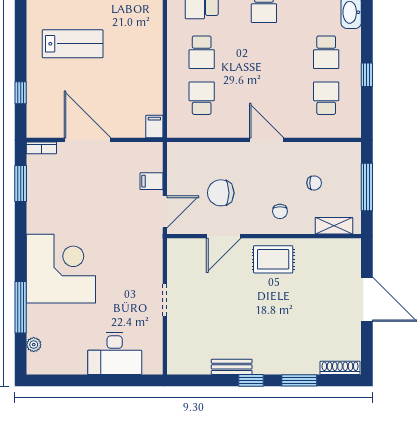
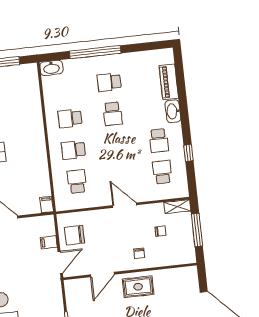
school desk: (202, 52) -> (73, 150), turned 90
chair: (221, 193) -> (75, 235), moved
shelving: (334, 226) -> (177, 207), moved

